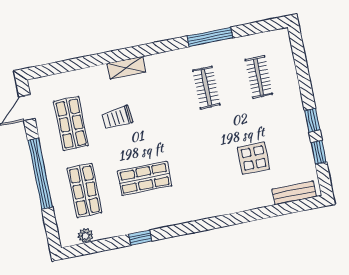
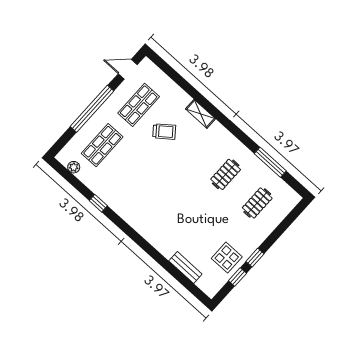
window: (210, 37) -> (270, 162), moved
trolley: (117, 118) -> (164, 132), turned 148
display table: (254, 158) -> (227, 258), moved
shop shelf: (144, 178) -> (138, 178), removed
bench: (294, 193) -> (185, 267), moved

